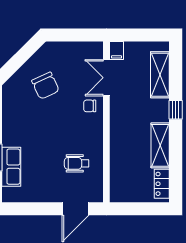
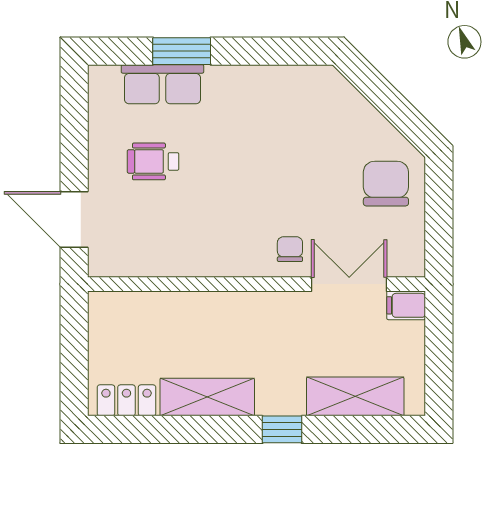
chair: (45, 86) -> (386, 184), moved, turned 115
wheelchair: (77, 163) -> (153, 161), moved, turned -90

